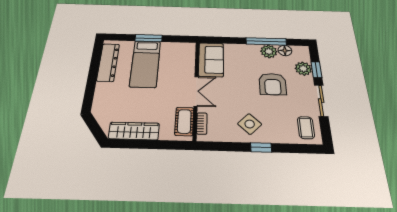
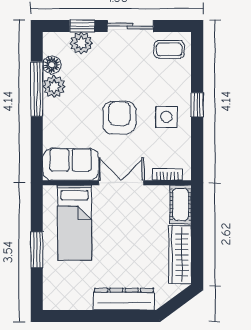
dresser: (108, 62) -> (124, 299), moved
bed: (145, 64) -> (75, 223), moved, turned 90
armchair: (273, 84) -> (119, 118), moved, turned -90
cot: (184, 121) -> (181, 205), moved, turned 90
side table: (250, 124) -> (166, 117), turned 45

